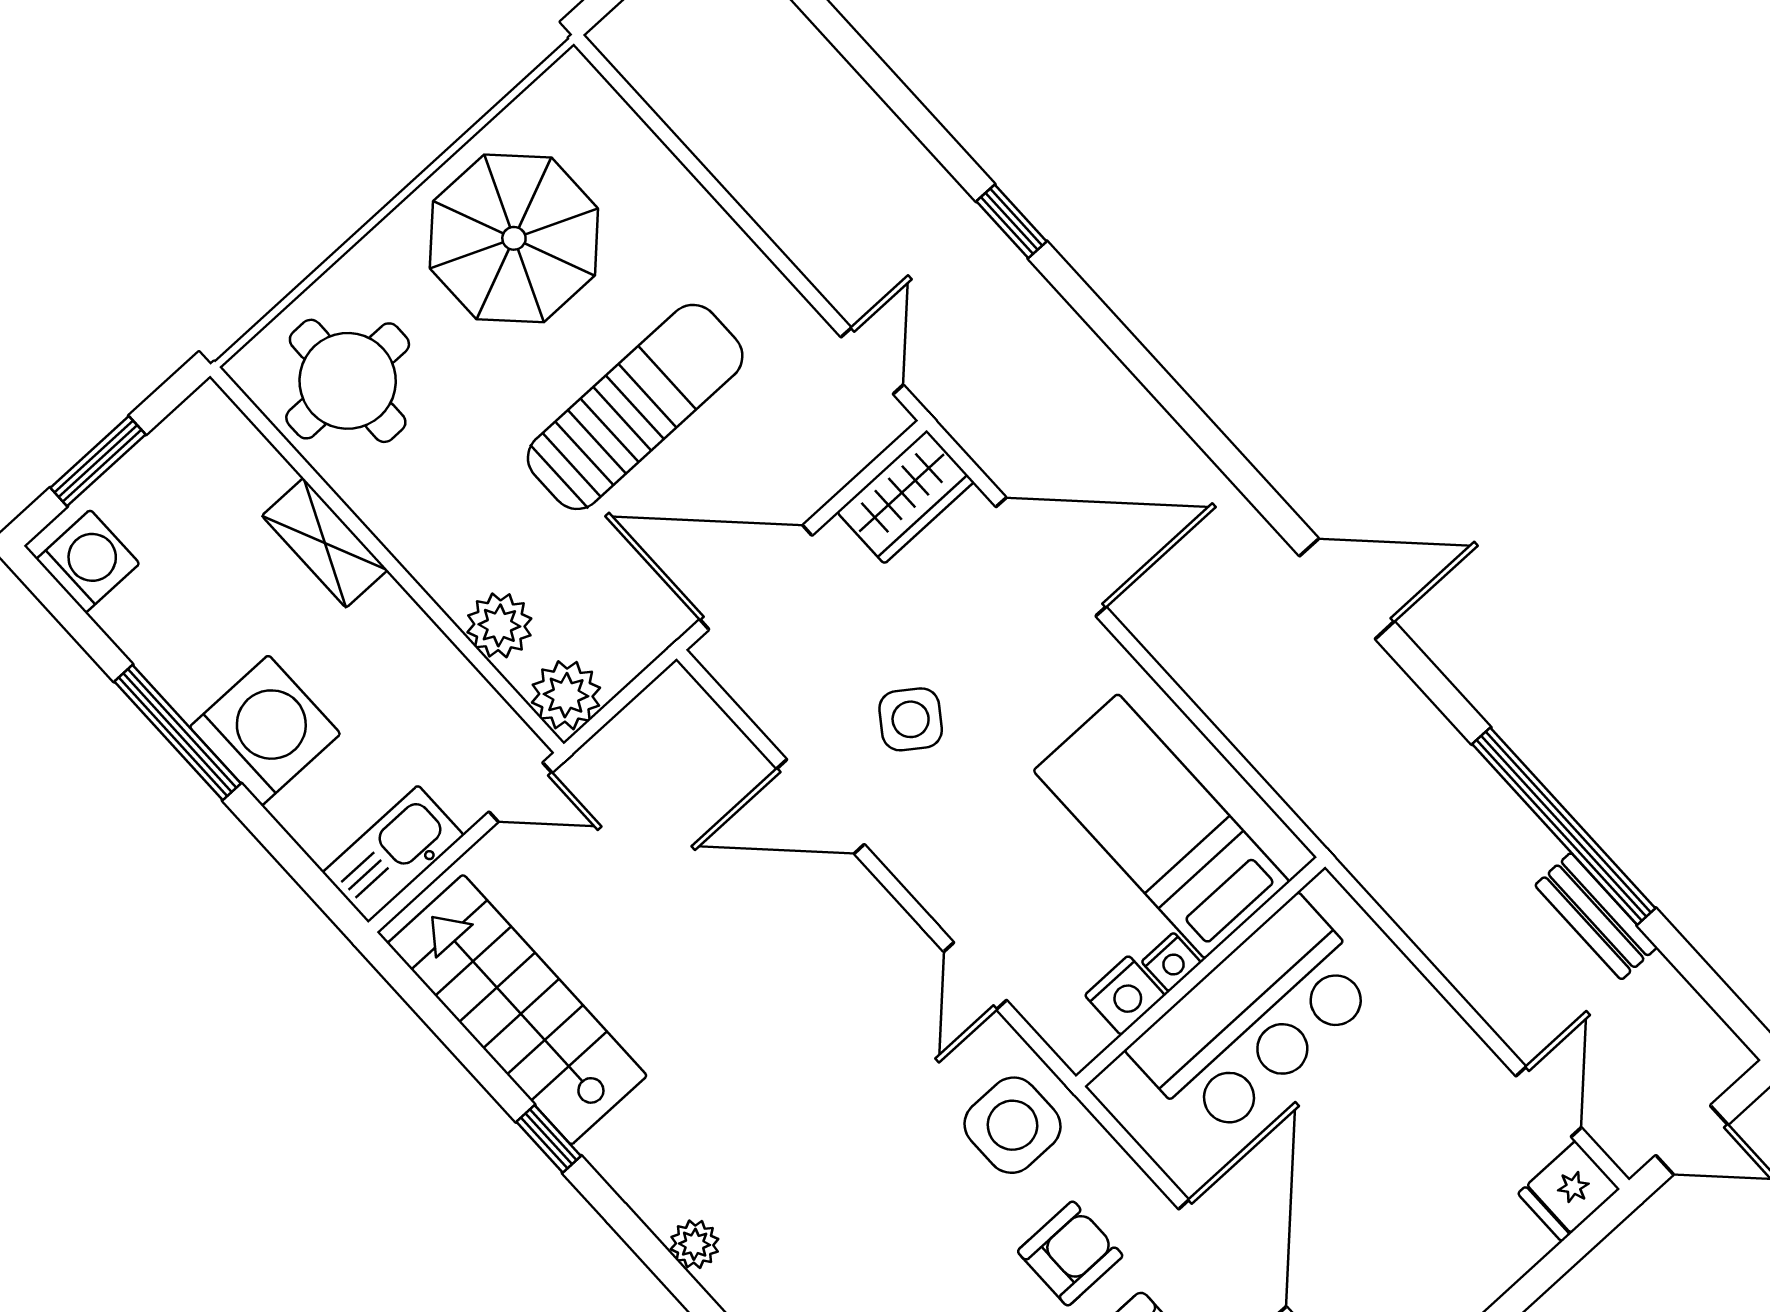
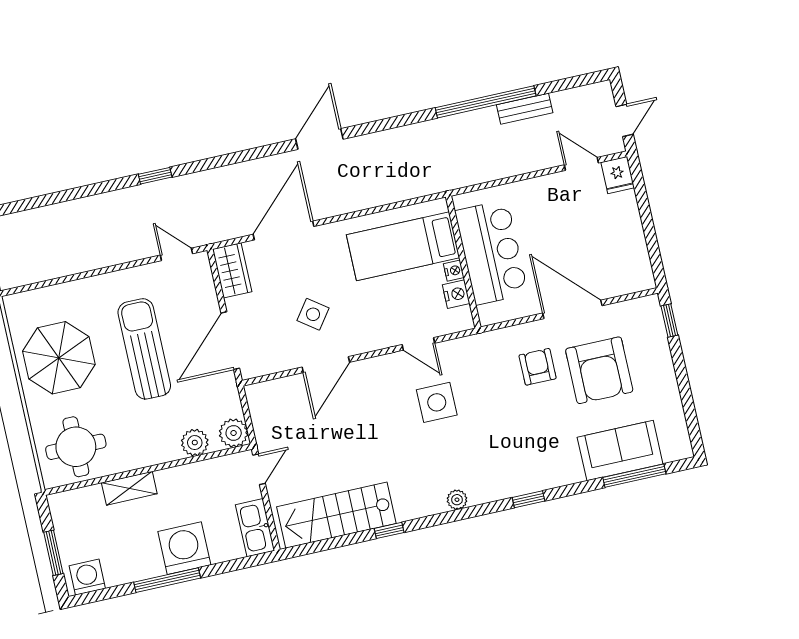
door: (1347, 589) -> (319, 139), moved
side table: (1013, 1125) -> (437, 402), moved

